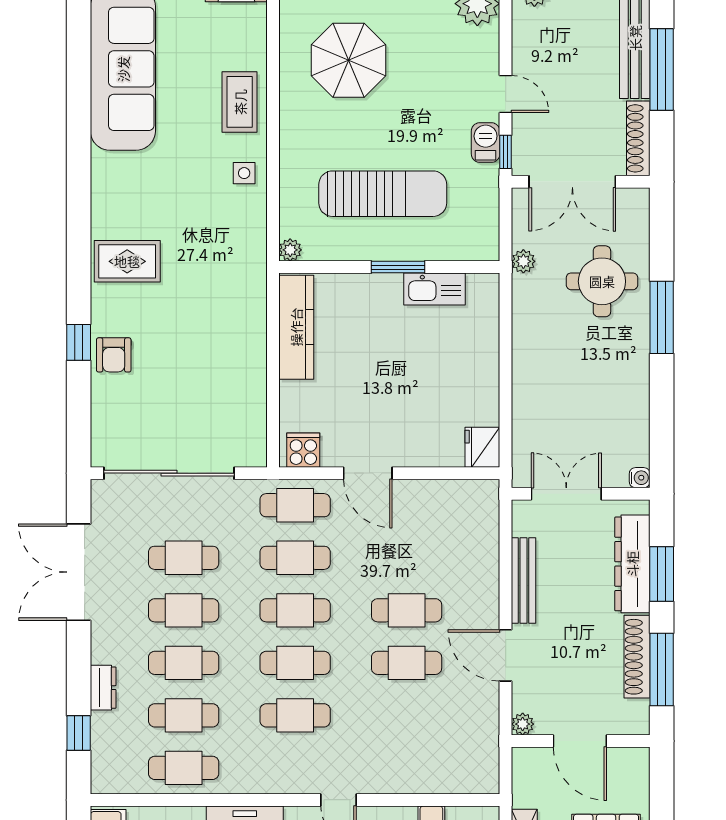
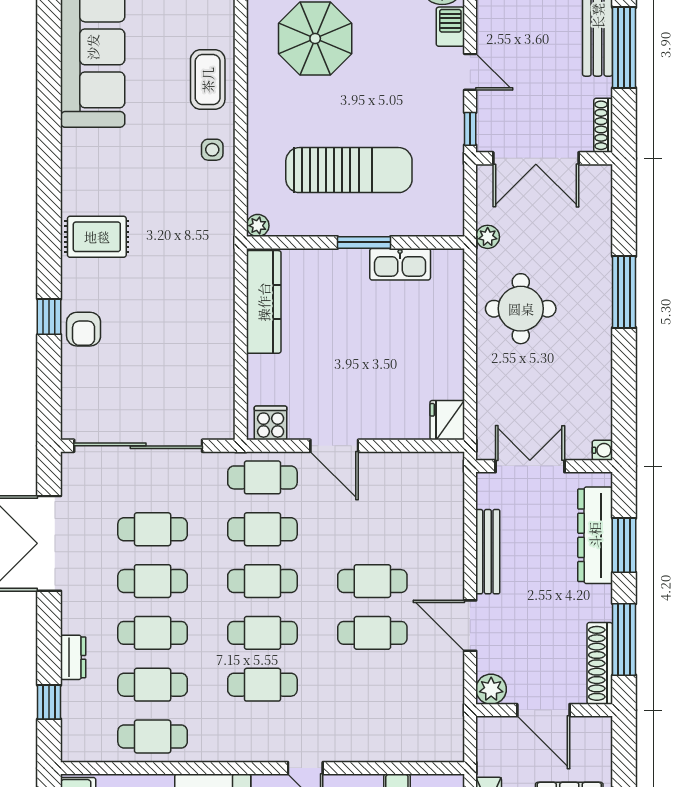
shoe rack: (638, 138) -> (603, 125), width x0.74, depth x0.81
barbecue: (486, 143) -> (450, 27), moved
round table: (602, 281) -> (521, 309), moved
shoe rack: (637, 657) -> (600, 663), moved
plant: (523, 724) -> (491, 689), width x1.38, depth x1.38

